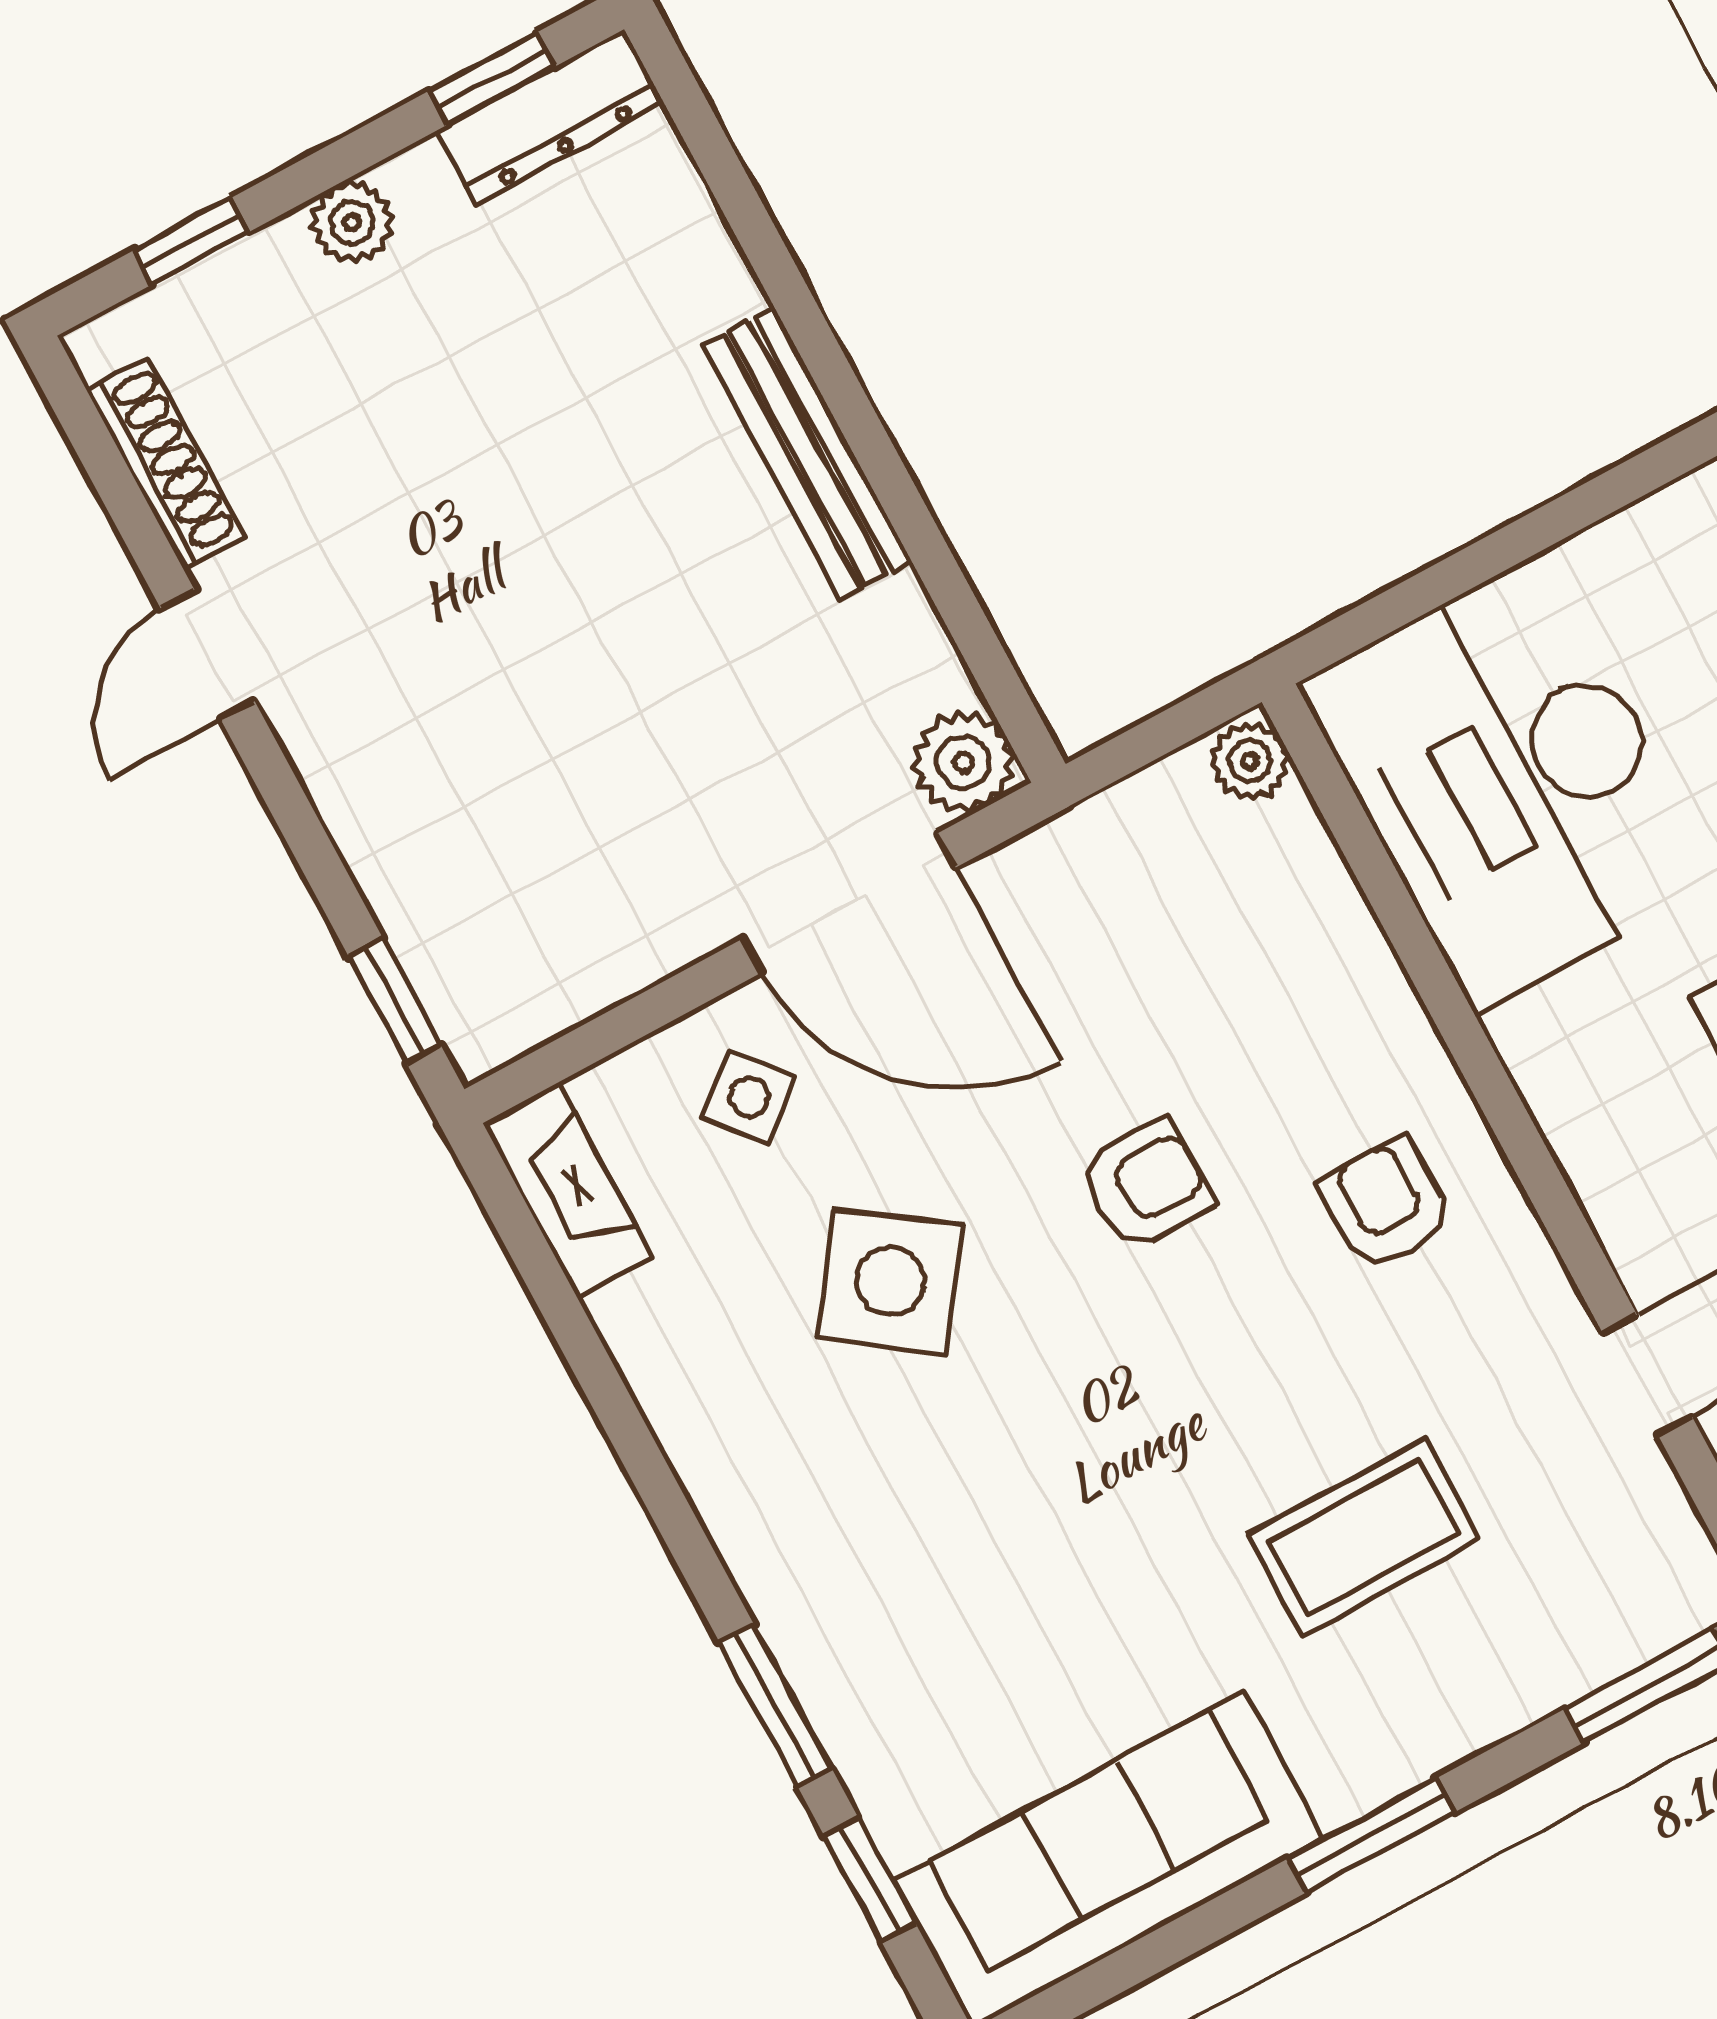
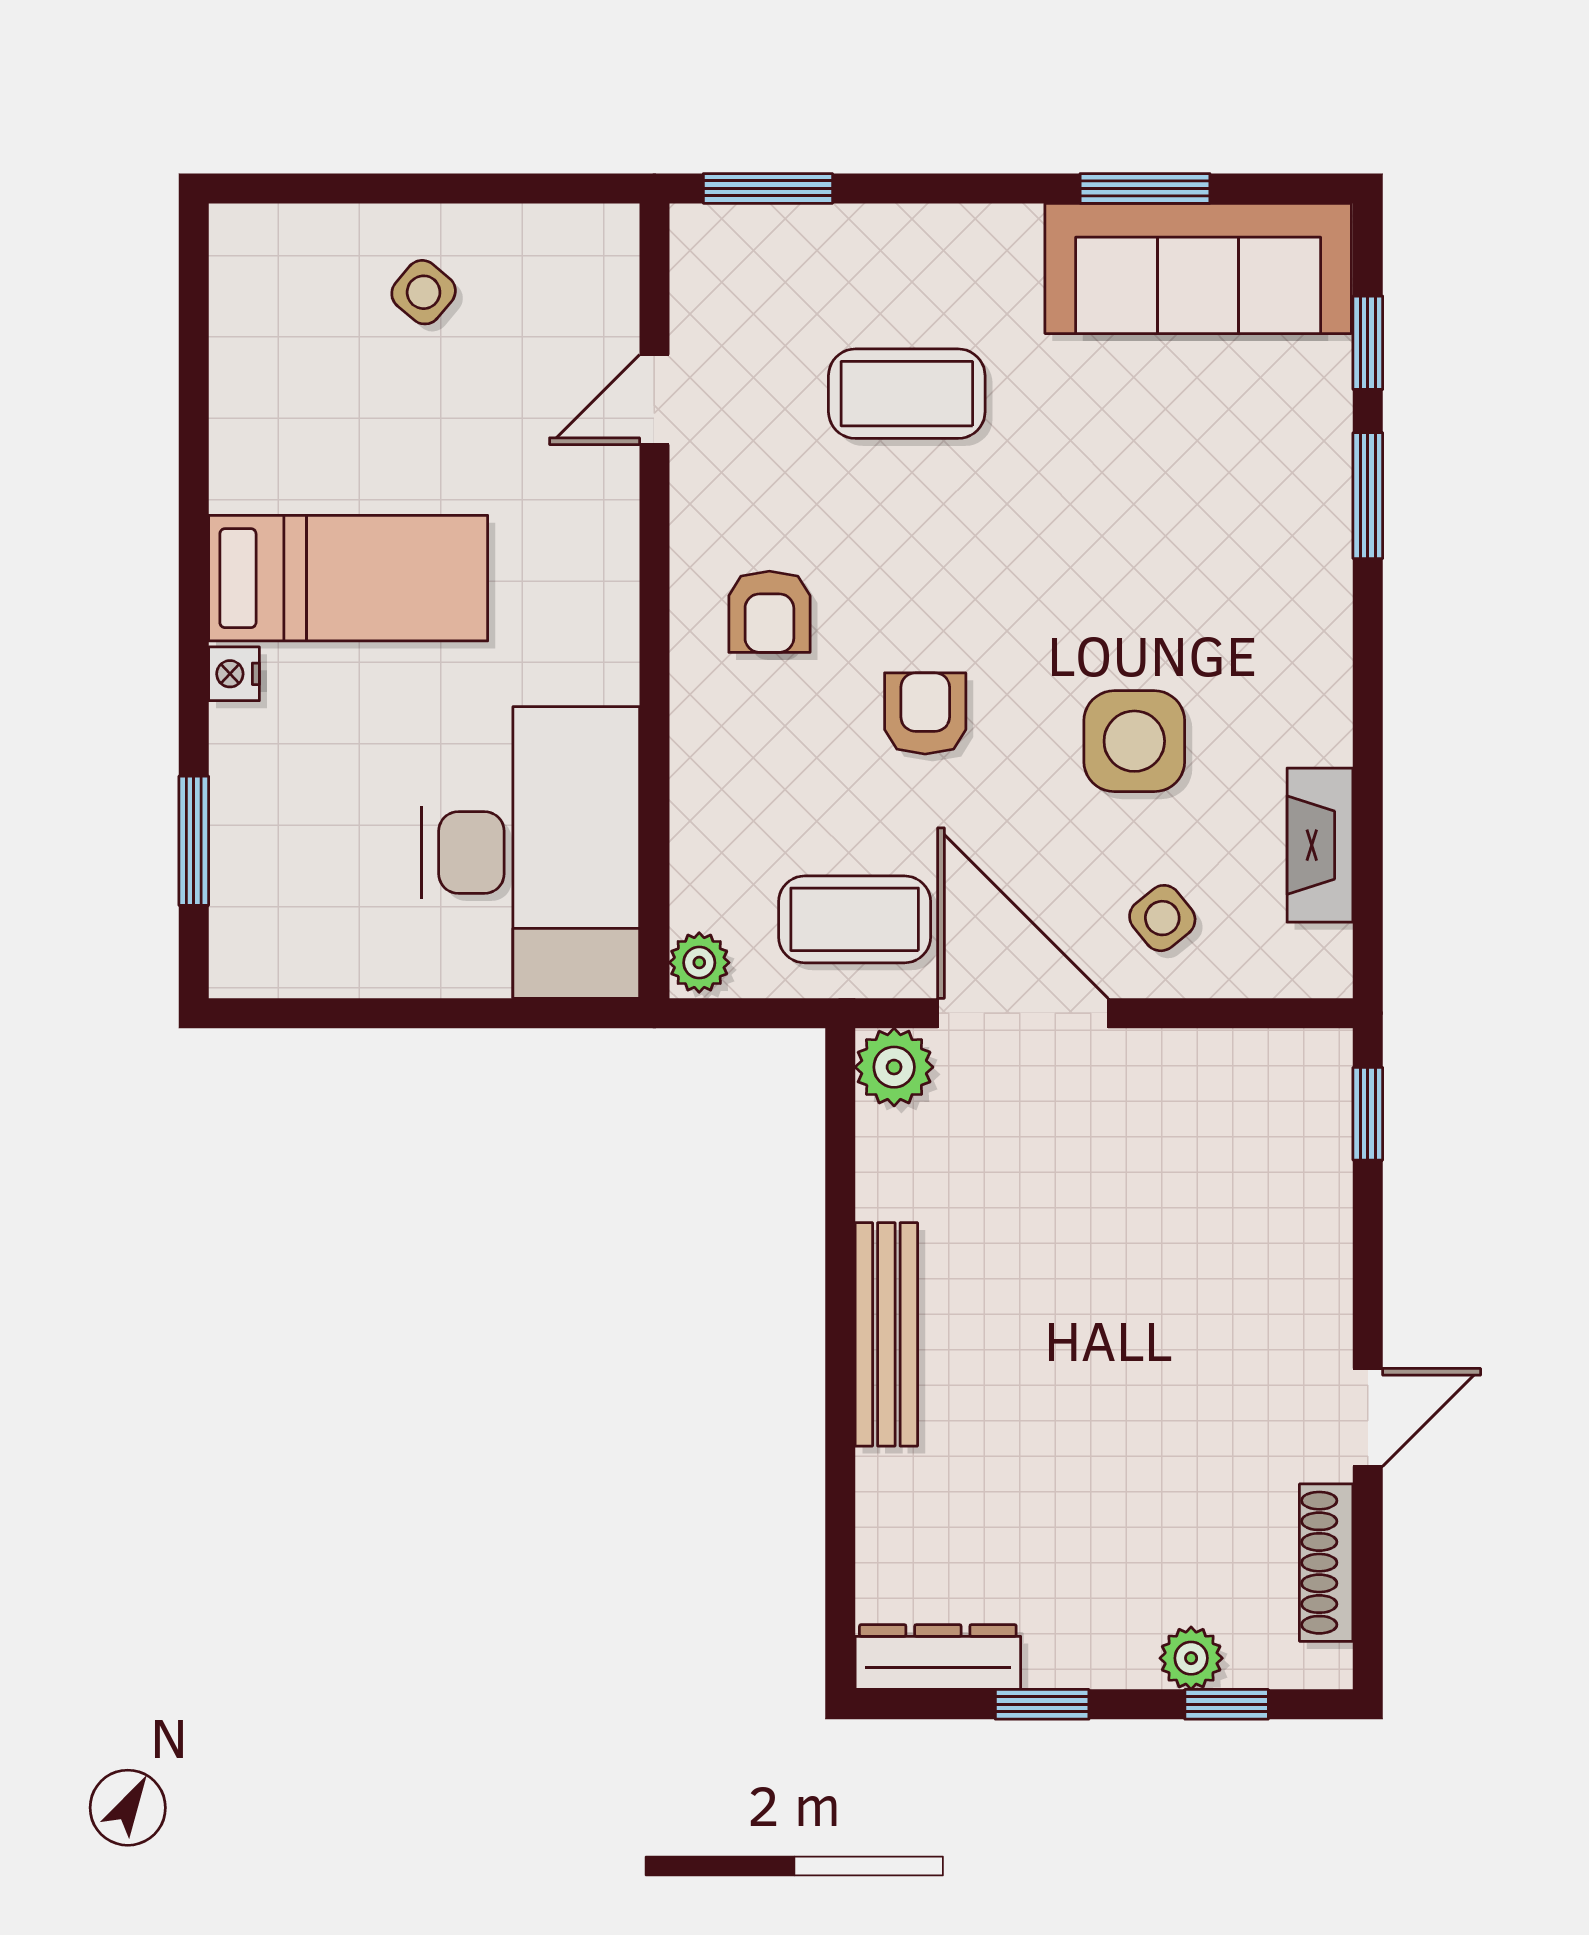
window: (492, 79) -> (1042, 1704), moved
plant: (352, 222) -> (1191, 1658), moved
coffee table: (1099, 906) -> (855, 919), added
armchair: (1146, 1184) -> (925, 713), turned 90
fireplace: (568, 1191) -> (1320, 845), moved
side table: (890, 1281) -> (1134, 741), turned -36
window: (1372, 1835) -> (1145, 188), moved

